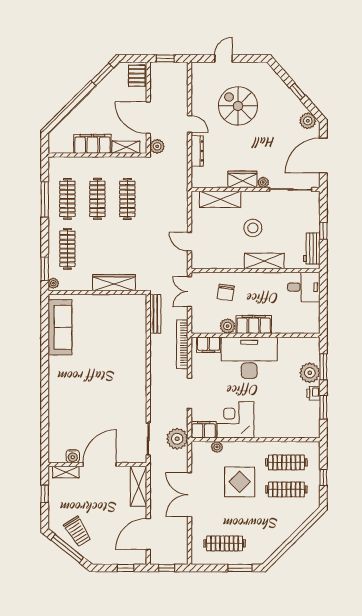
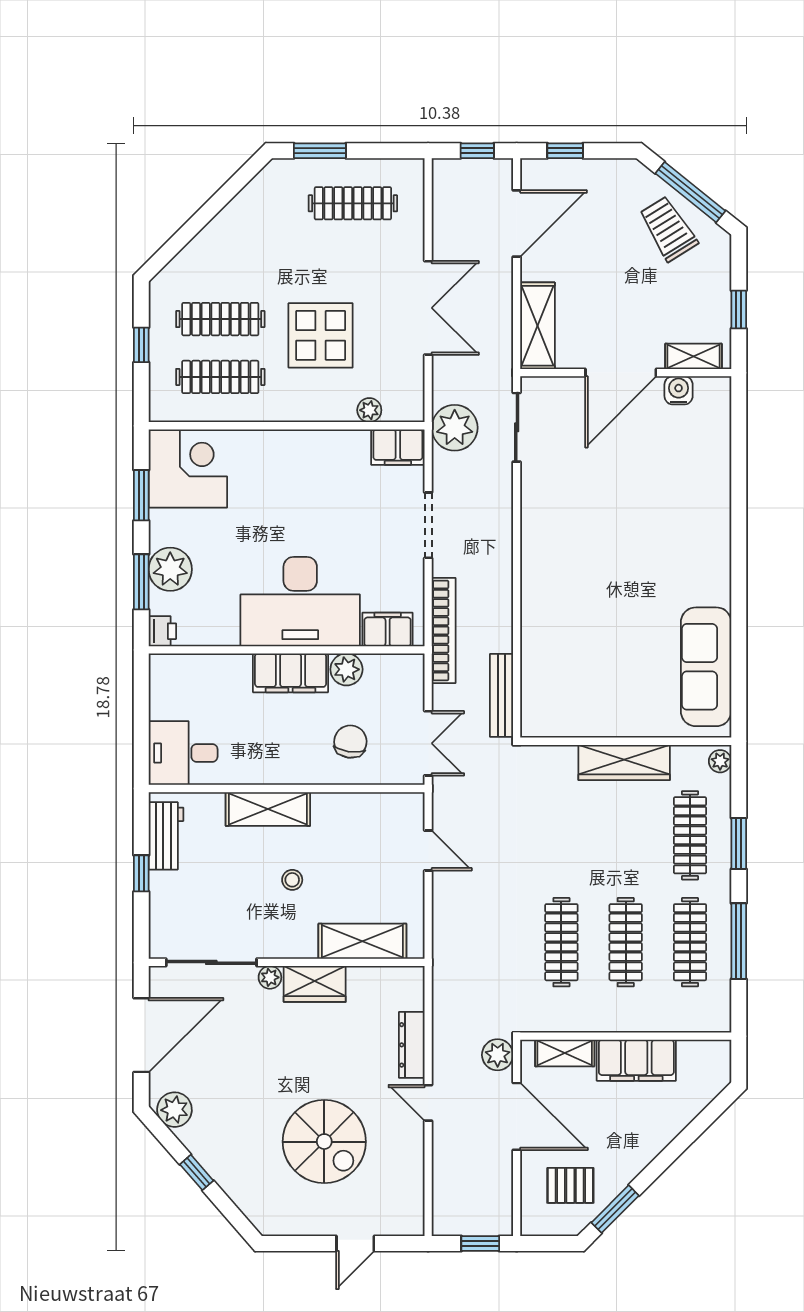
pallet: (137, 76) -> (570, 1185), moved, turned 90
stool: (253, 228) -> (292, 880), width x0.53, depth x0.53
window: (45, 269) -> (739, 843), moved
wardrobe: (114, 283) -> (624, 762), moved
printer: (313, 393) -> (162, 631), moved
corner desk: (235, 420) -> (188, 469), moved, turned -90

